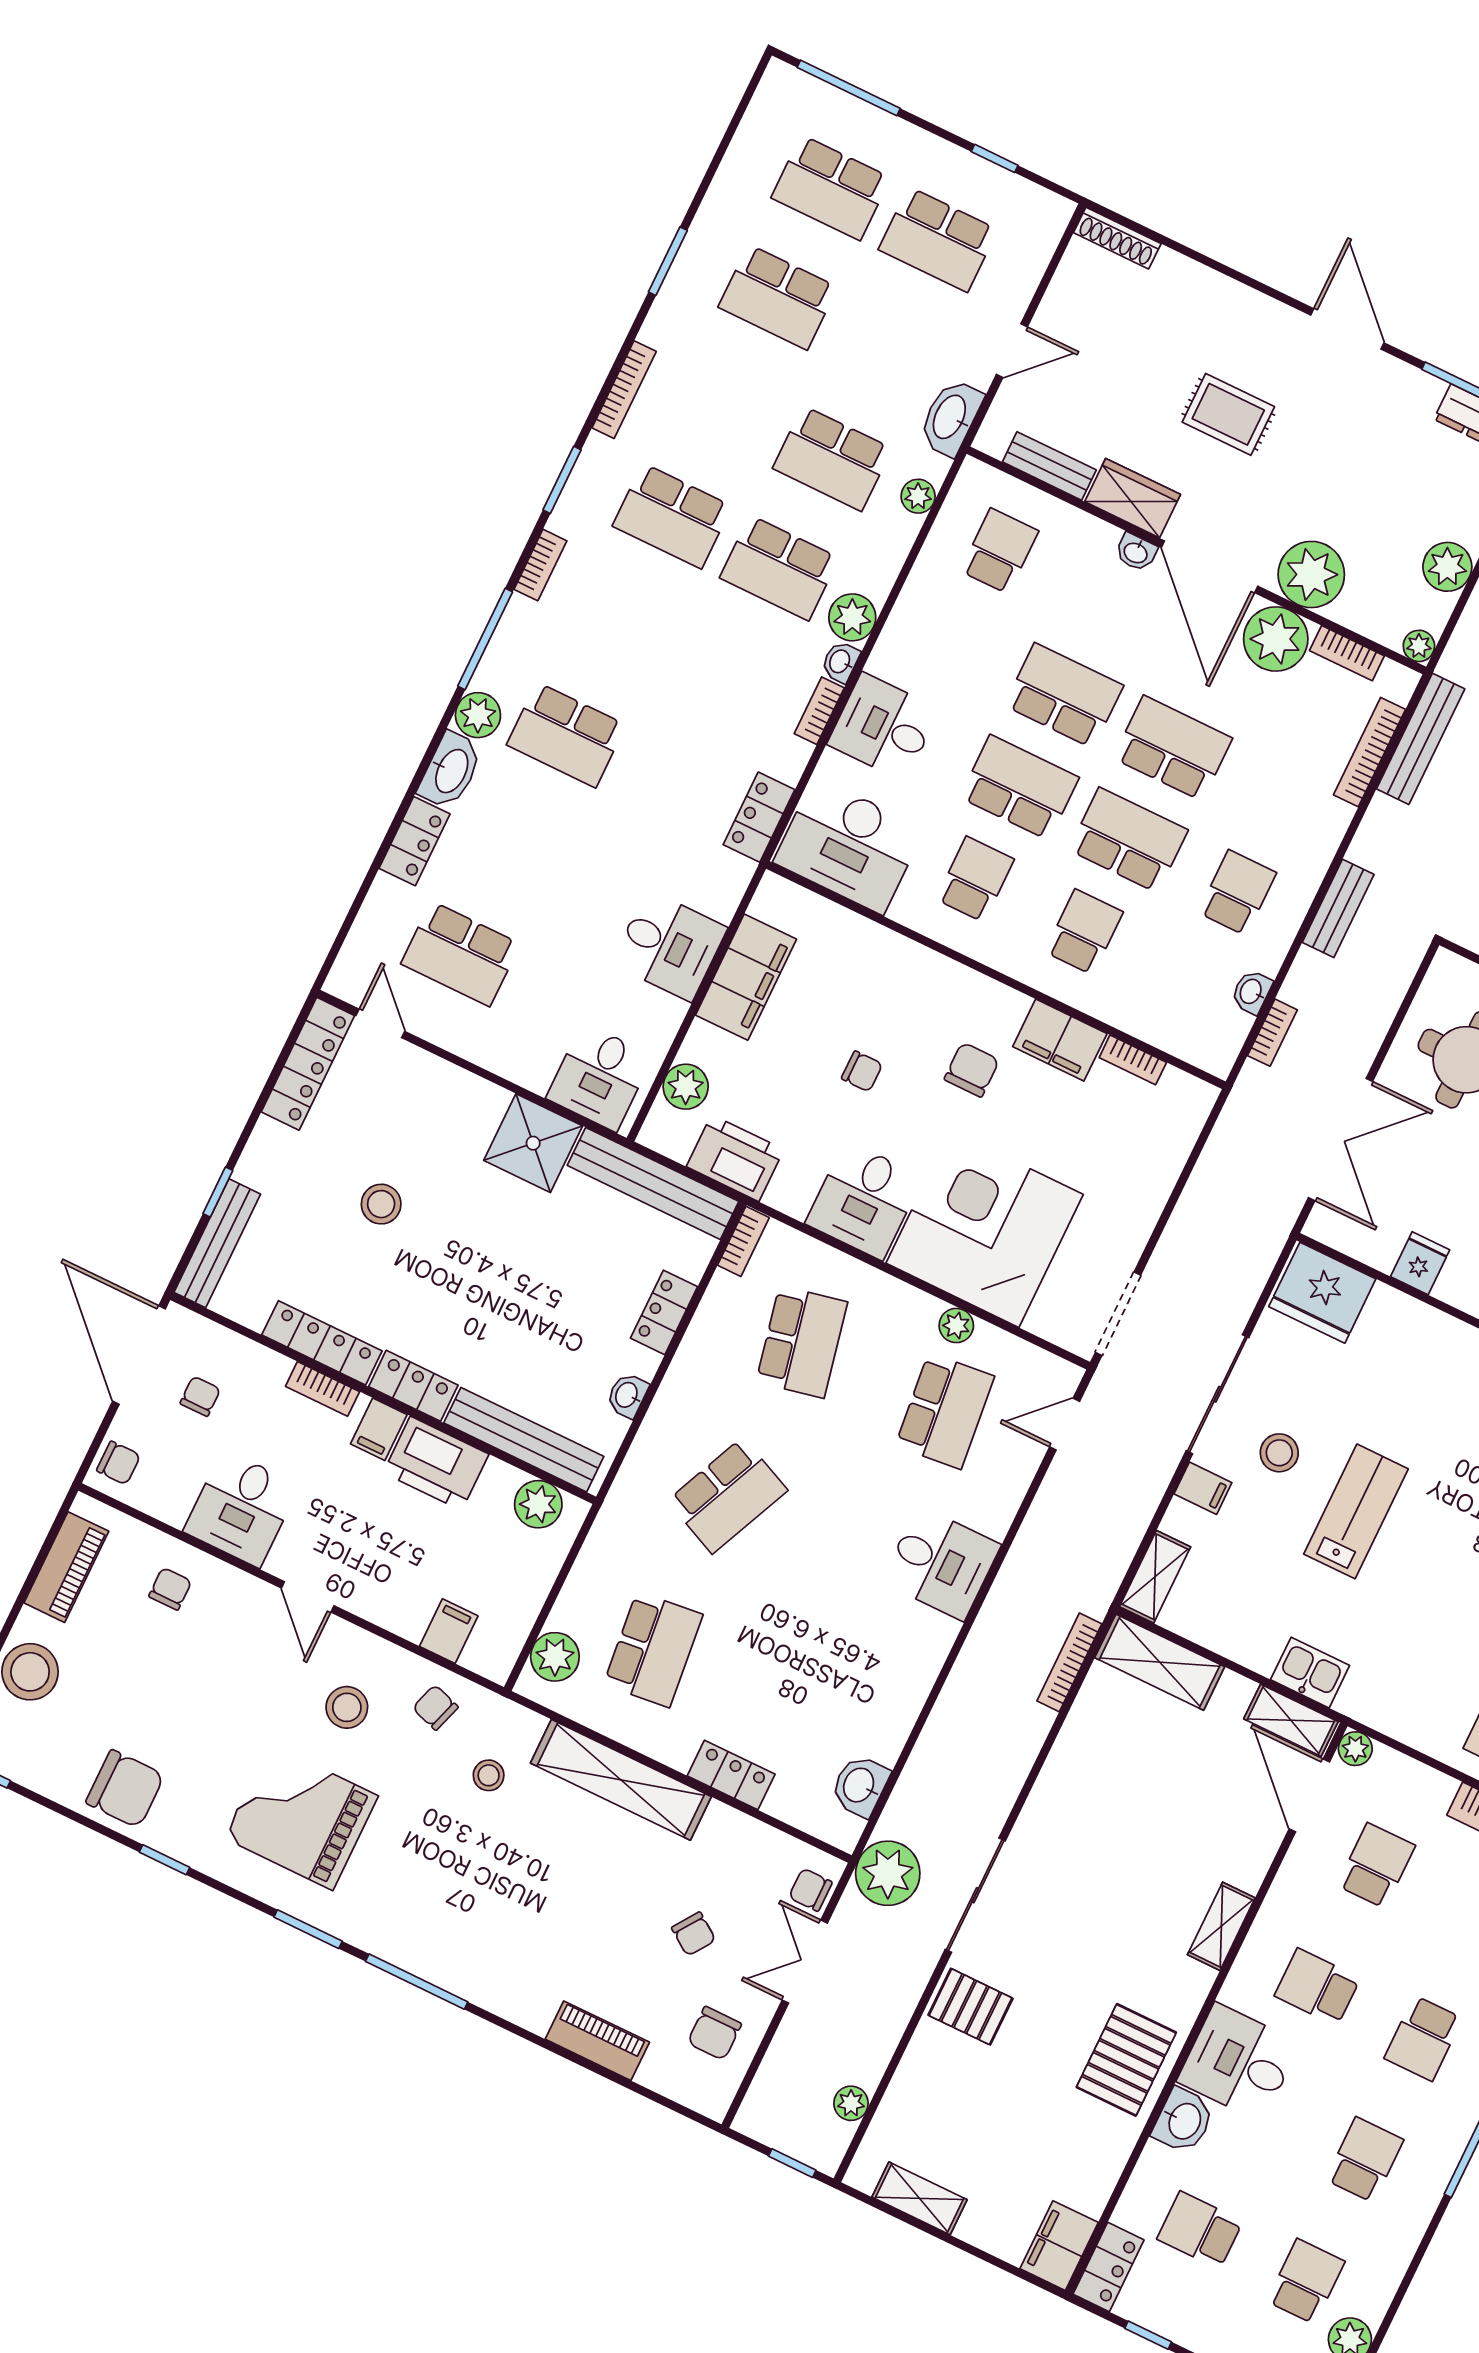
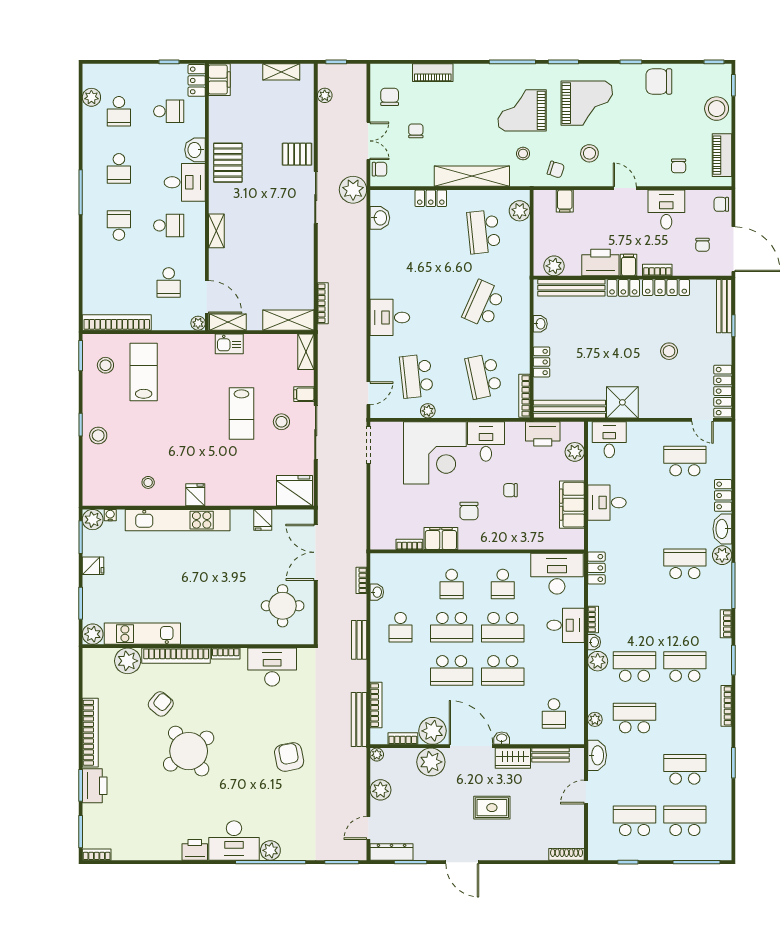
bookcase: (743, 1241) -> (524, 396), width x1.56
grand piano: (446, 1868) -> (522, 110), added
chair: (694, 1934) -> (416, 131), turned 55

